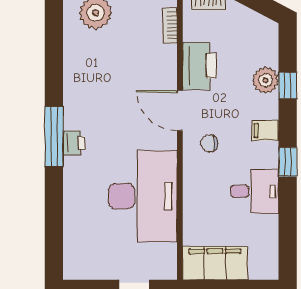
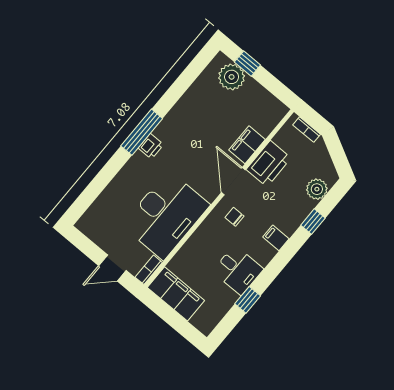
bookcase: (170, 26) -> (149, 270), moved
filing cabinet: (164, 65) -> (247, 145), added
plant: (266, 80) -> (317, 189), moved
window: (288, 162) -> (248, 300), moved

